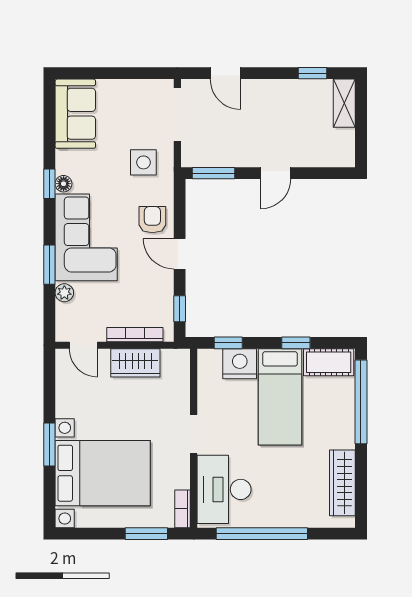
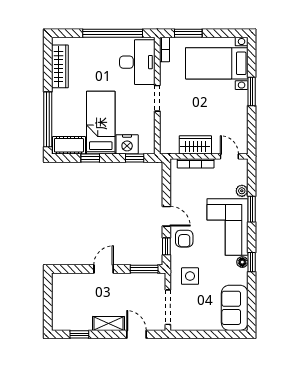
shelving: (344, 103) -> (109, 323), moved, turned 90
window: (180, 309) -> (166, 246), moved
bed with nightstands: (103, 473) -> (217, 63), width x0.73

